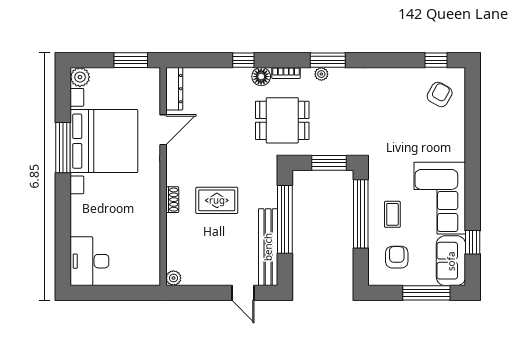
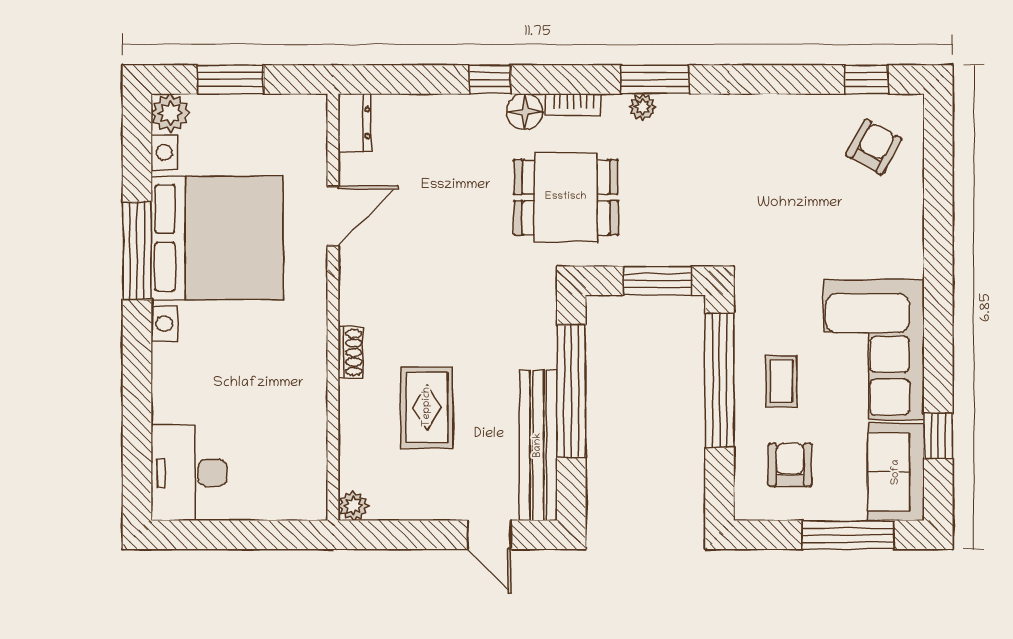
window: (131, 60) -> (230, 79), moved
dresser: (174, 89) -> (355, 123), width x0.70
rug: (217, 200) -> (427, 407), moved, turned 90

